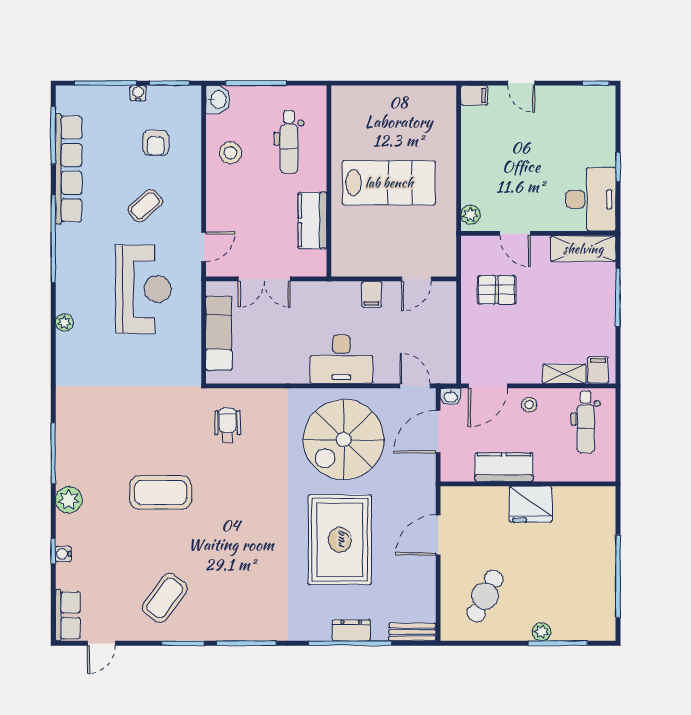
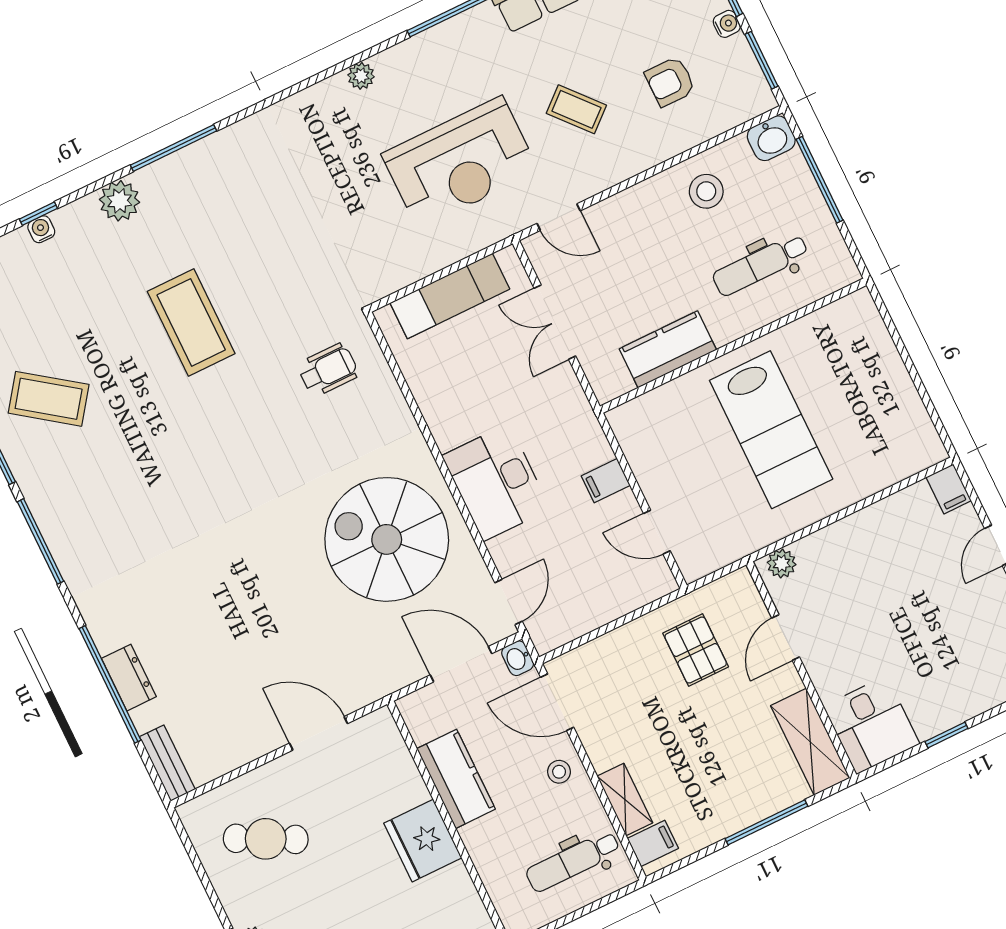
desk: (591, 199) -> (871, 725), width x0.73
rug: (340, 540) -> (246, 601), removed

